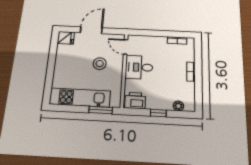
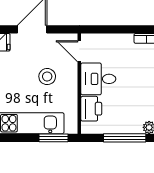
printer: (135, 101) -> (91, 109), moved, turned 90
window: (158, 113) -> (125, 138), width x2.17

